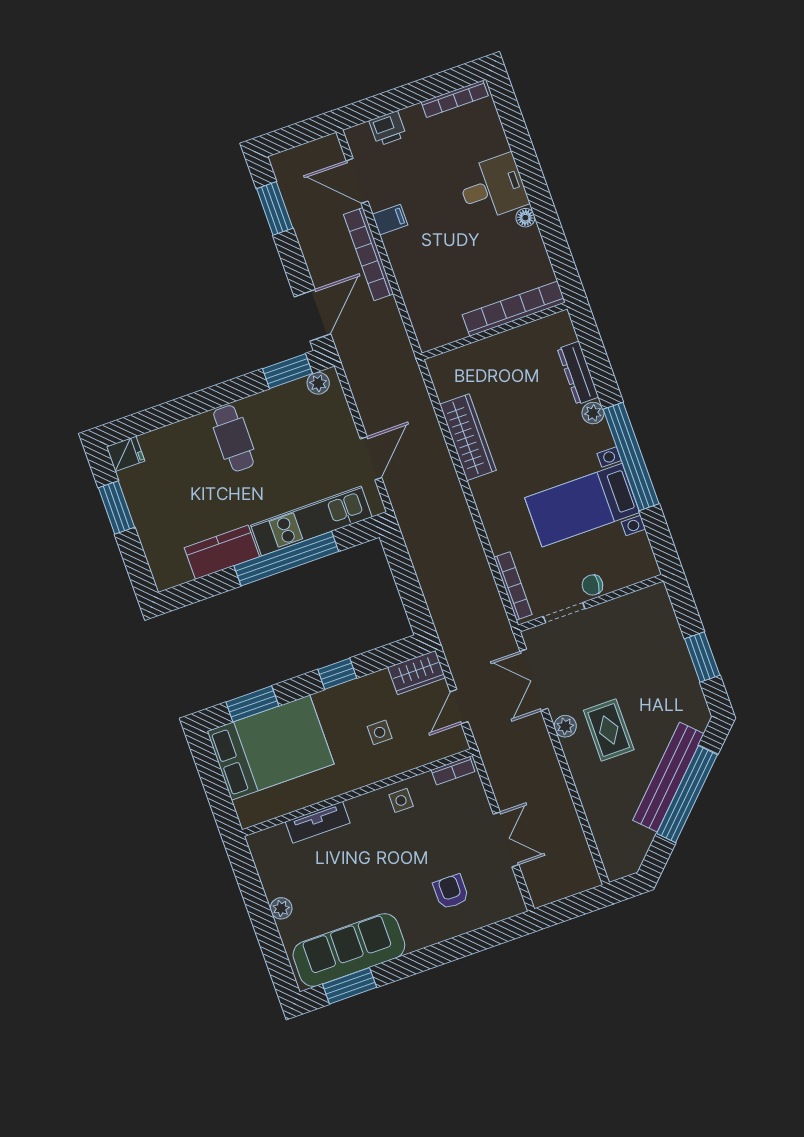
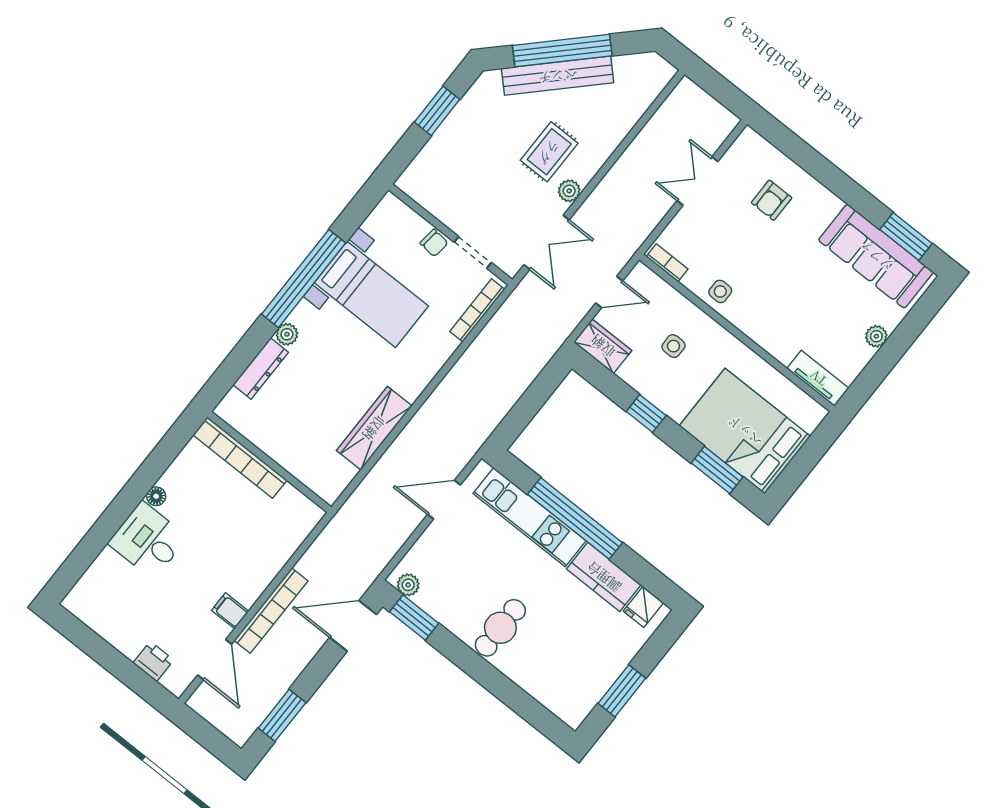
bookcase: (455, 99) -> (92, 620), removed
fridge: (125, 454) -> (643, 607), moved, turned -90
tv unit: (318, 822) -> (818, 378), moved

